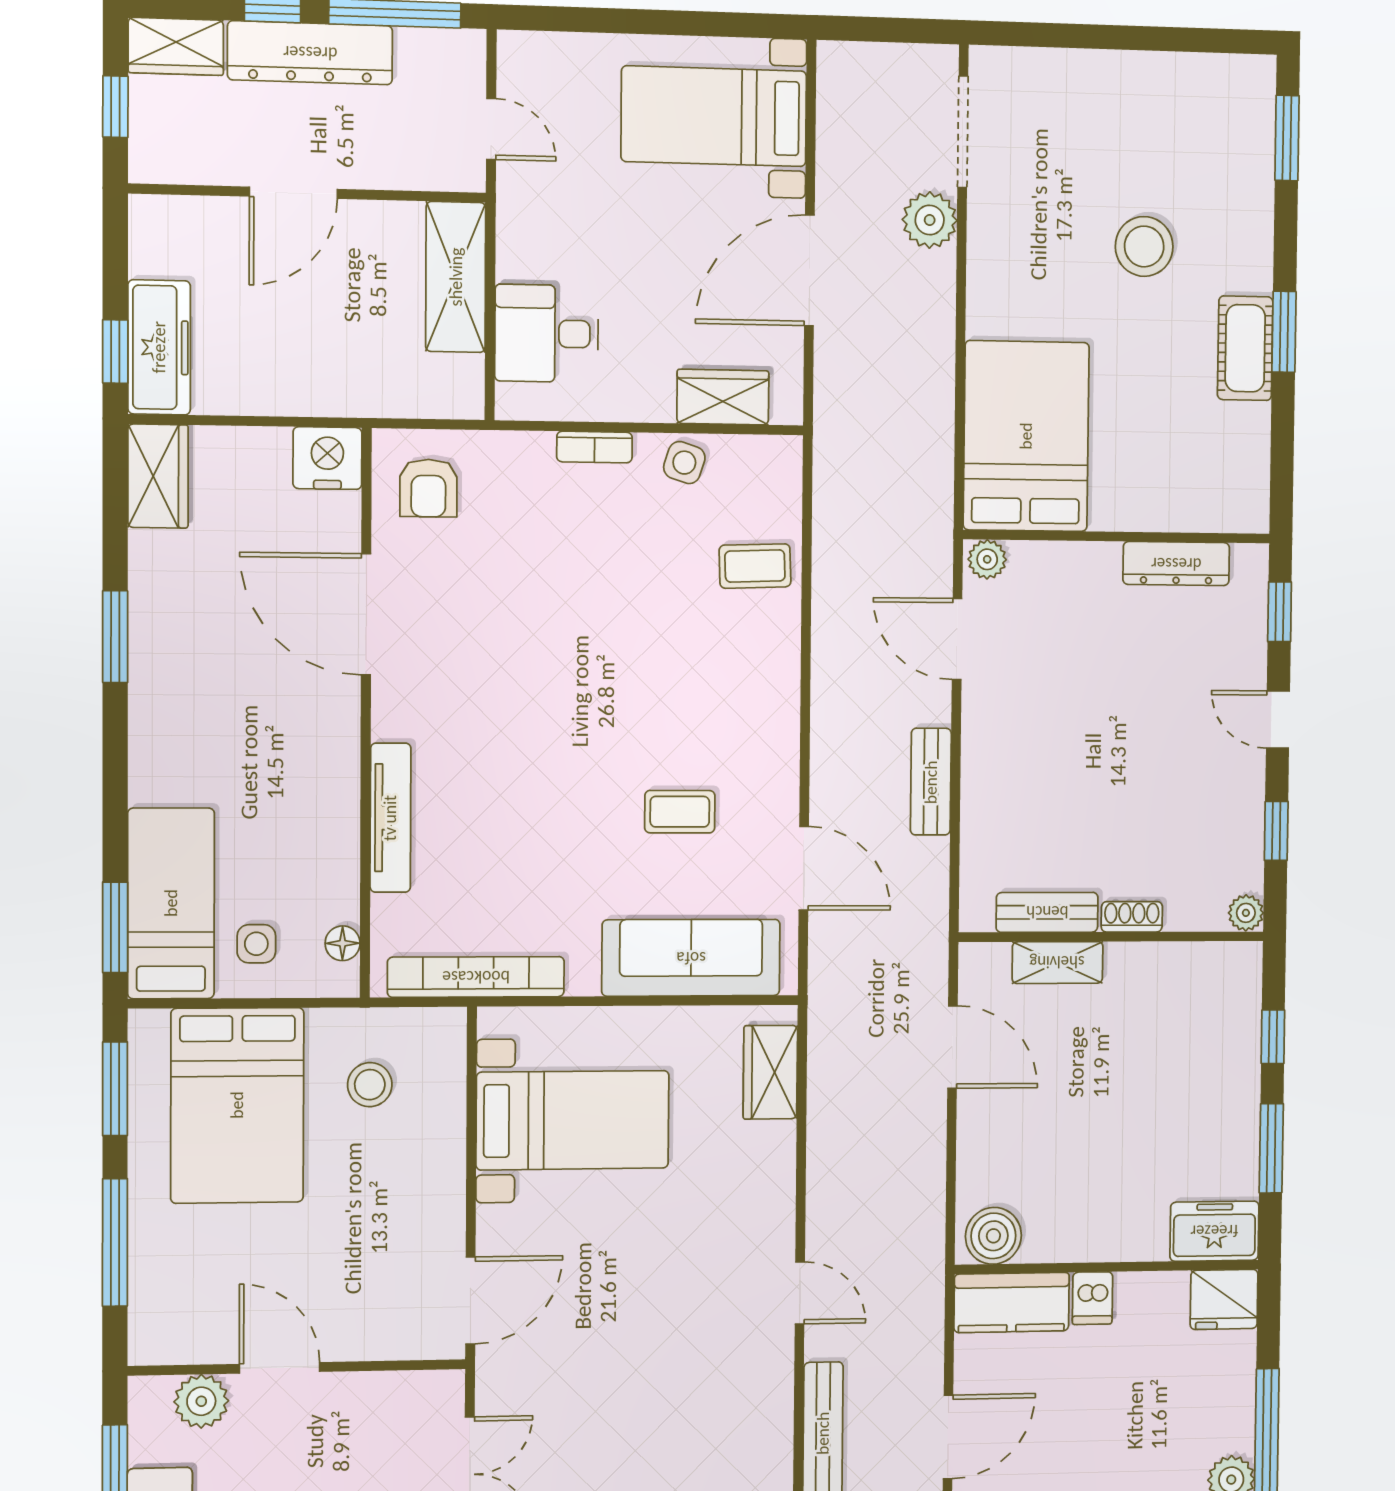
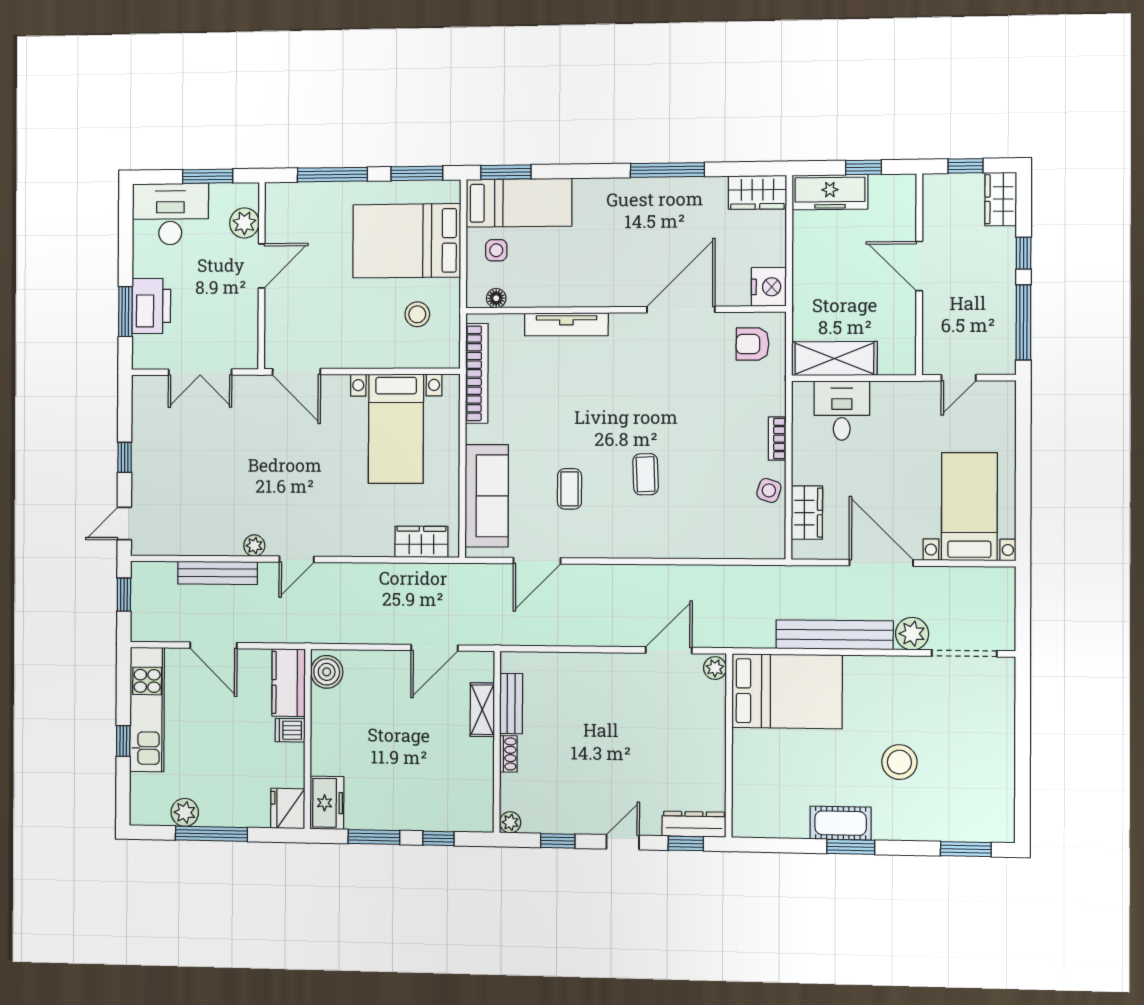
dresser: (310, 53) -> (999, 275), removed
shelving: (456, 277) -> (834, 359), moved
window: (115, 352) -> (863, 167), moved
dresser: (1176, 564) -> (694, 824), moved, turned 90
coffee table: (755, 566) -> (646, 474), moved
window: (115, 637) -> (667, 170), width x1.44
bench: (931, 782) -> (835, 635), moved, width x1.86, depth x1.21
plant: (776, 1369) -> (254, 546), added

